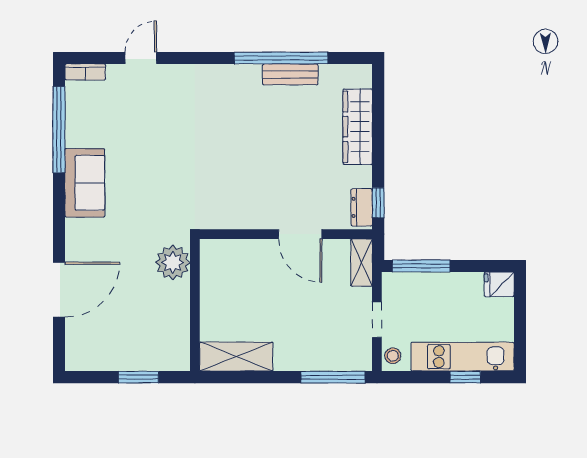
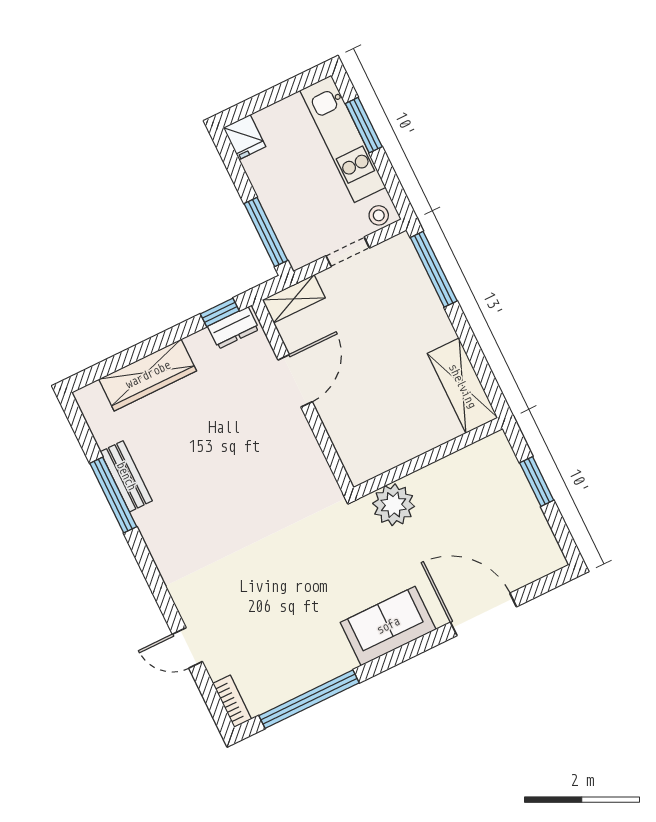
window: (281, 58) -> (113, 495), width x0.68
sofa: (85, 183) -> (388, 626), moved
window: (465, 377) -> (364, 125), width x1.50

